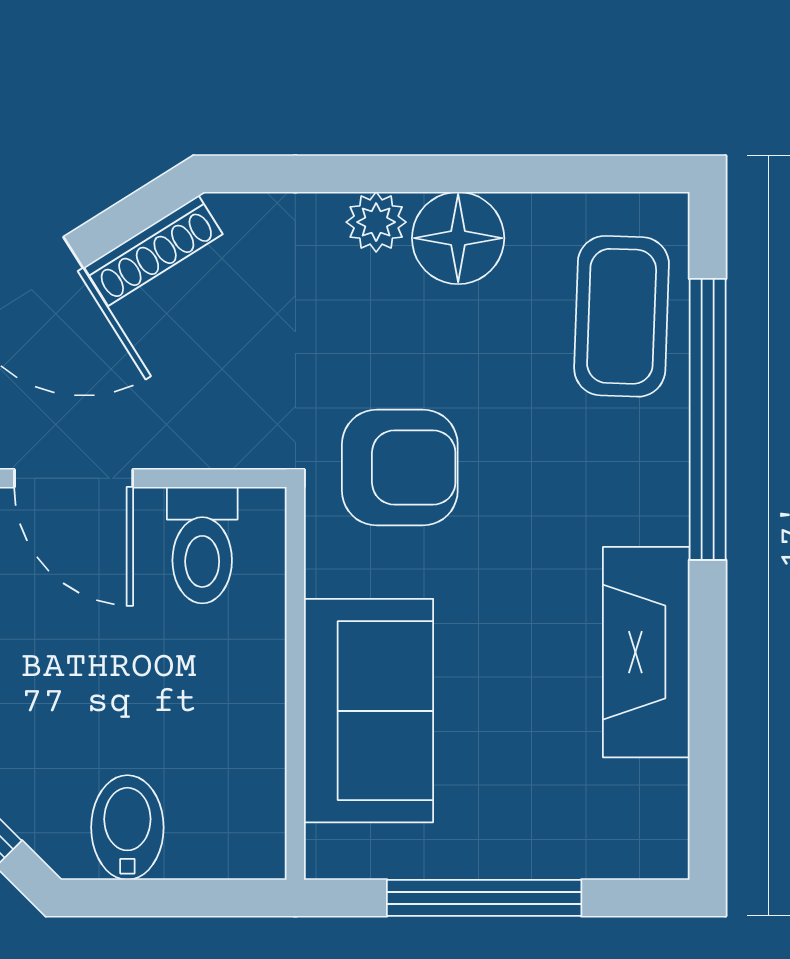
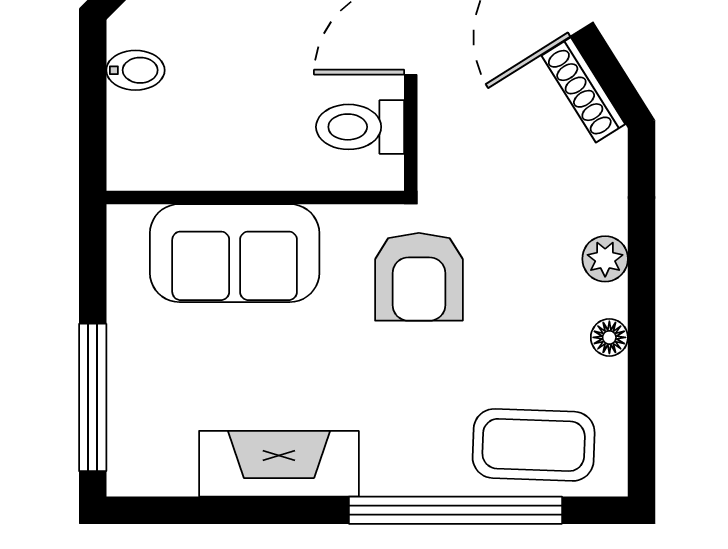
floor lamp: (458, 238) -> (609, 337), width x0.53, depth x0.53
bidet: (127, 827) -> (135, 70), width x0.72, depth x0.74
window: (484, 898) -> (93, 397), moved

